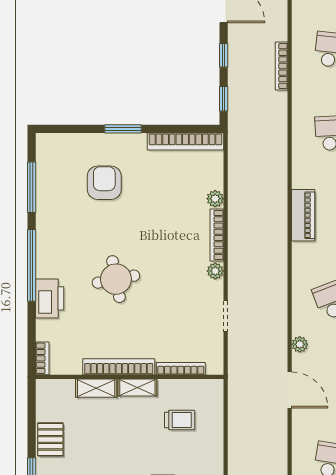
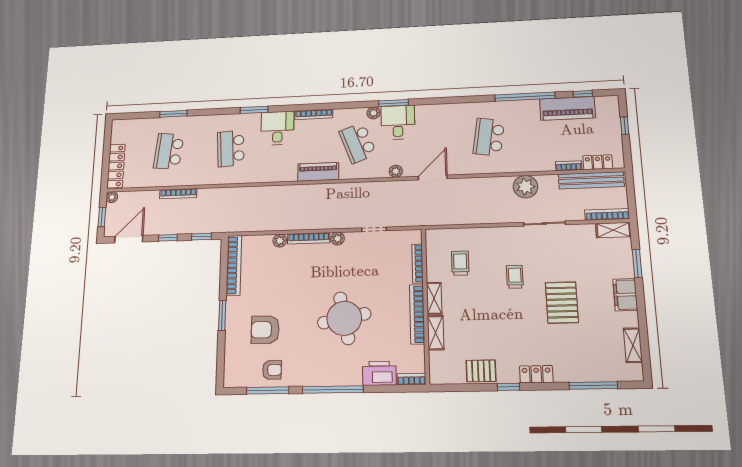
armchair: (56, 192) -> (272, 370), added
piano: (303, 215) -> (318, 172), moved
round table: (116, 279) -> (344, 318), width x1.36, depth x1.36
printer: (50, 298) -> (379, 373), moved

